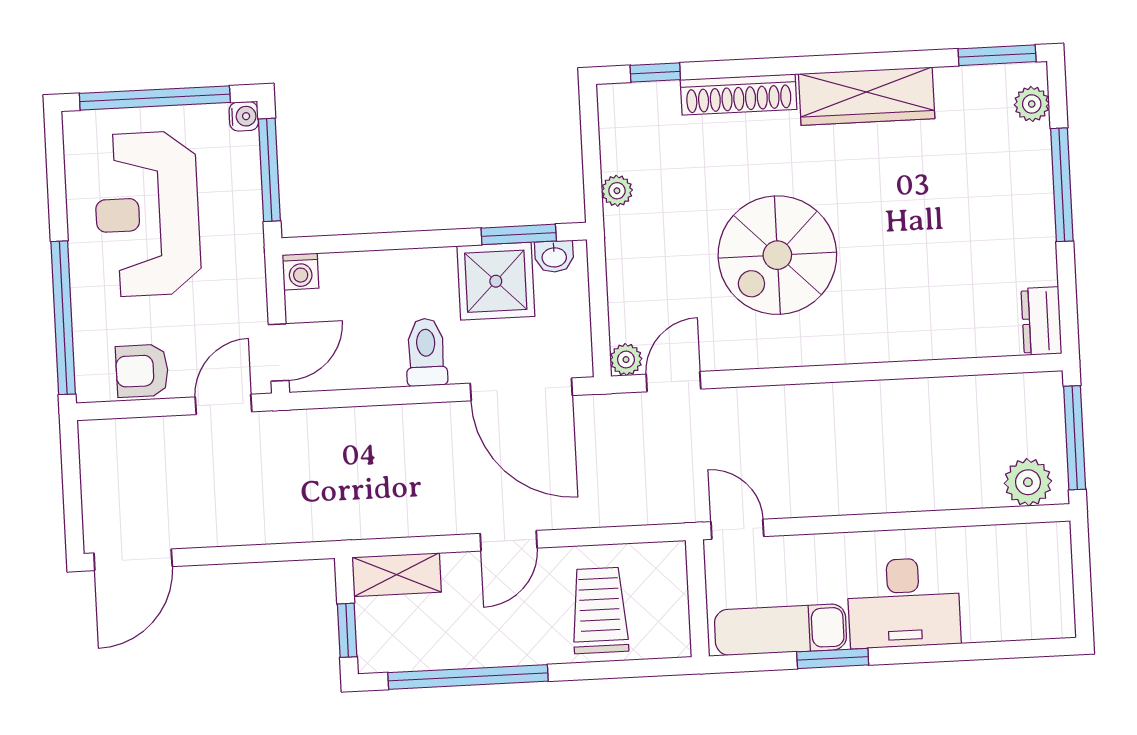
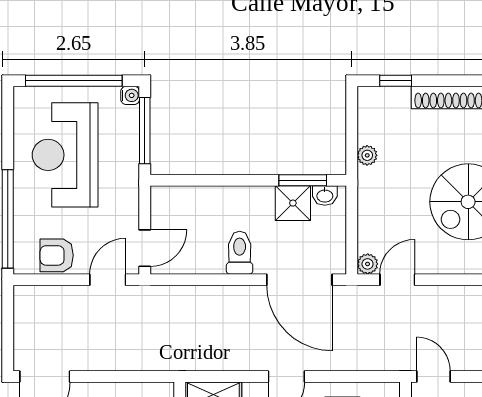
washing machine: (300, 272) -> (162, 197), removed
shower: (496, 281) -> (293, 203), width x0.73, depth x0.73

